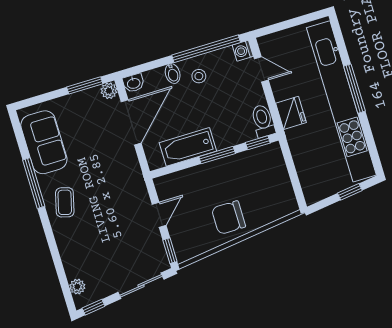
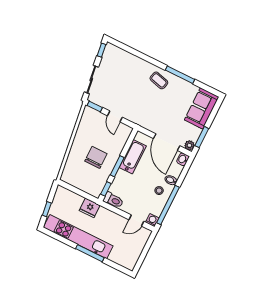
kitchen unit: (341, 101) -> (78, 237), width x0.73
fridge: (291, 113) -> (90, 208), moved
sofa: (44, 142) -> (202, 108), moved, turned 90
chair: (228, 218) -> (96, 157), moved
plant: (77, 287) -> (117, 51), removed

